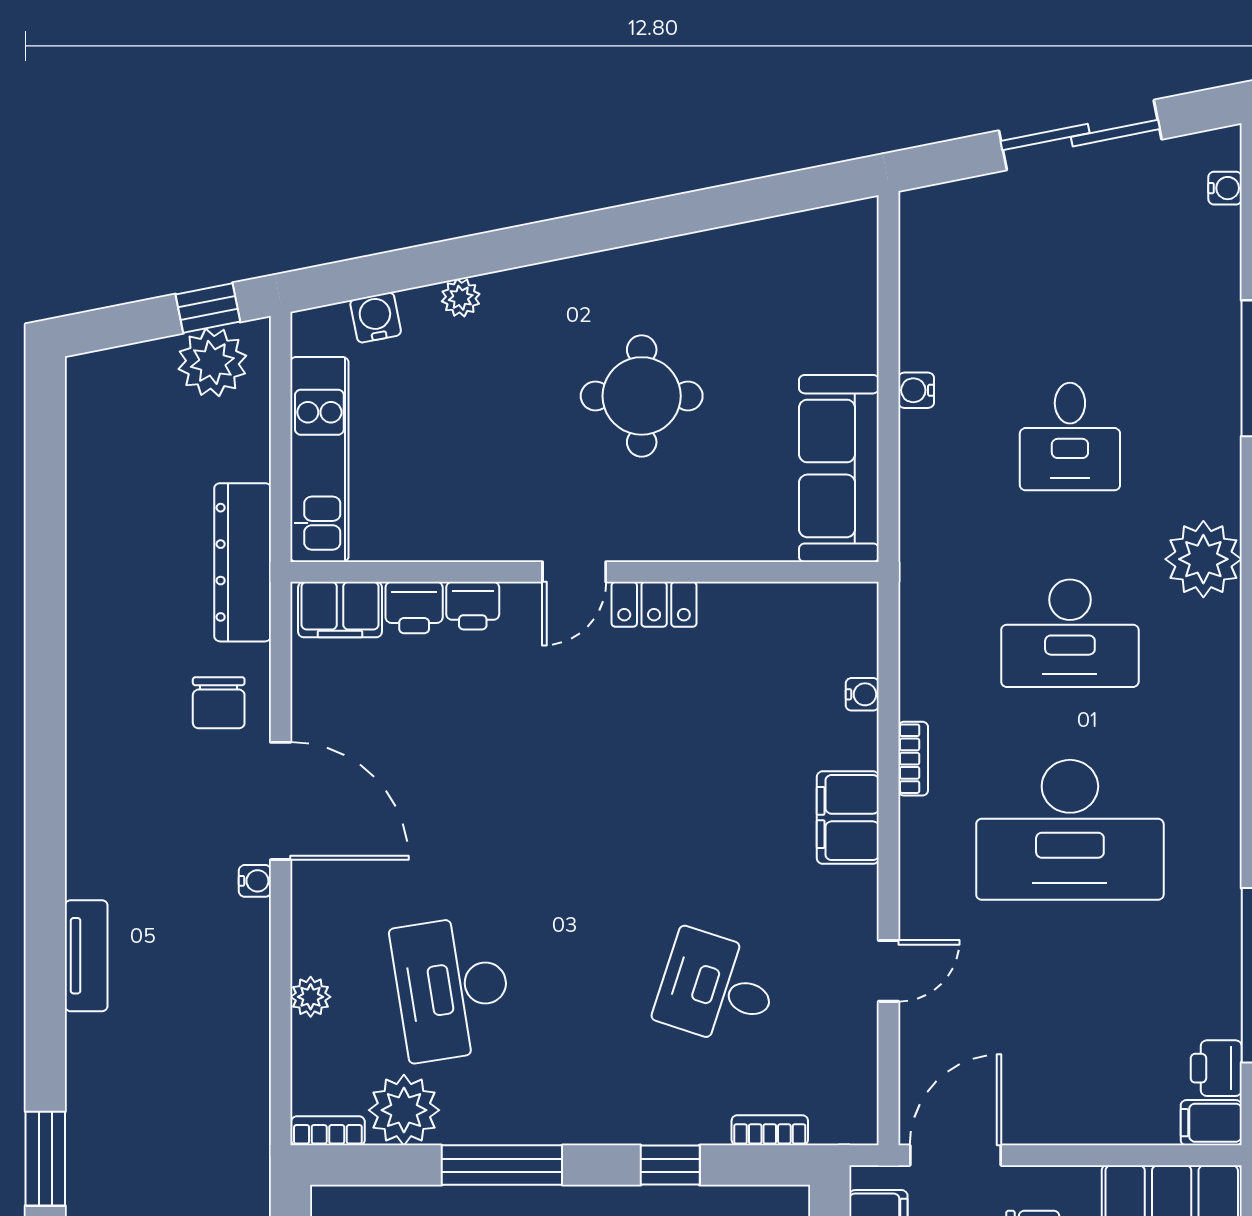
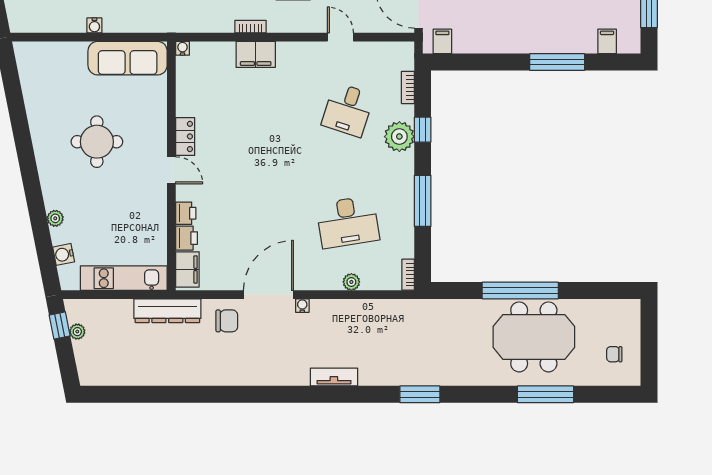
plant: (212, 362) -> (77, 332), width x0.53, depth x0.53
water cooler: (862, 694) -> (182, 48), moved
filing cabinet: (848, 818) -> (256, 54), moved
plant: (404, 1110) -> (399, 137), moved

